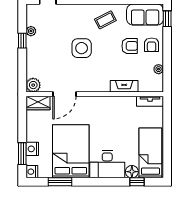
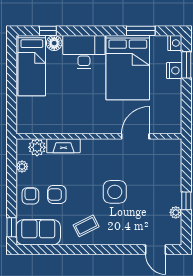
plant: (33, 85) -> (37, 147), moved
tv unit: (150, 101) -> (32, 128), removed
wardrobe: (38, 103) -> (167, 126), removed

